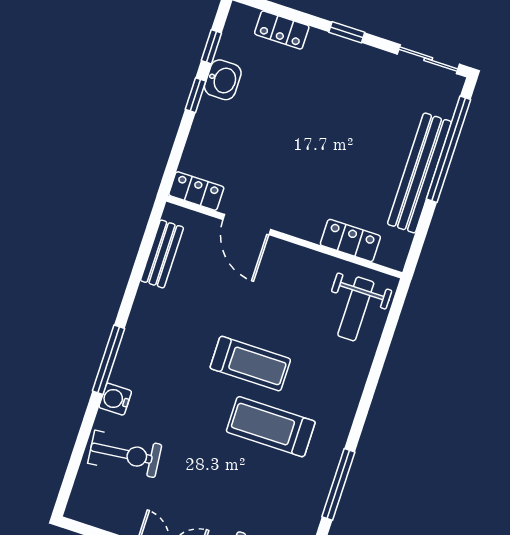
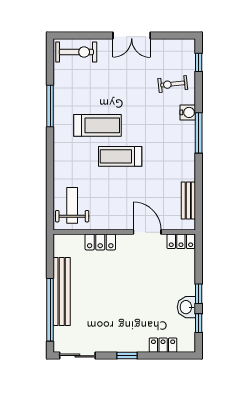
locker: (350, 240) -> (100, 242), moved
exercise bike: (125, 454) -> (173, 84), width x0.73, depth x0.72
window: (70, 476) -> (199, 62), added

